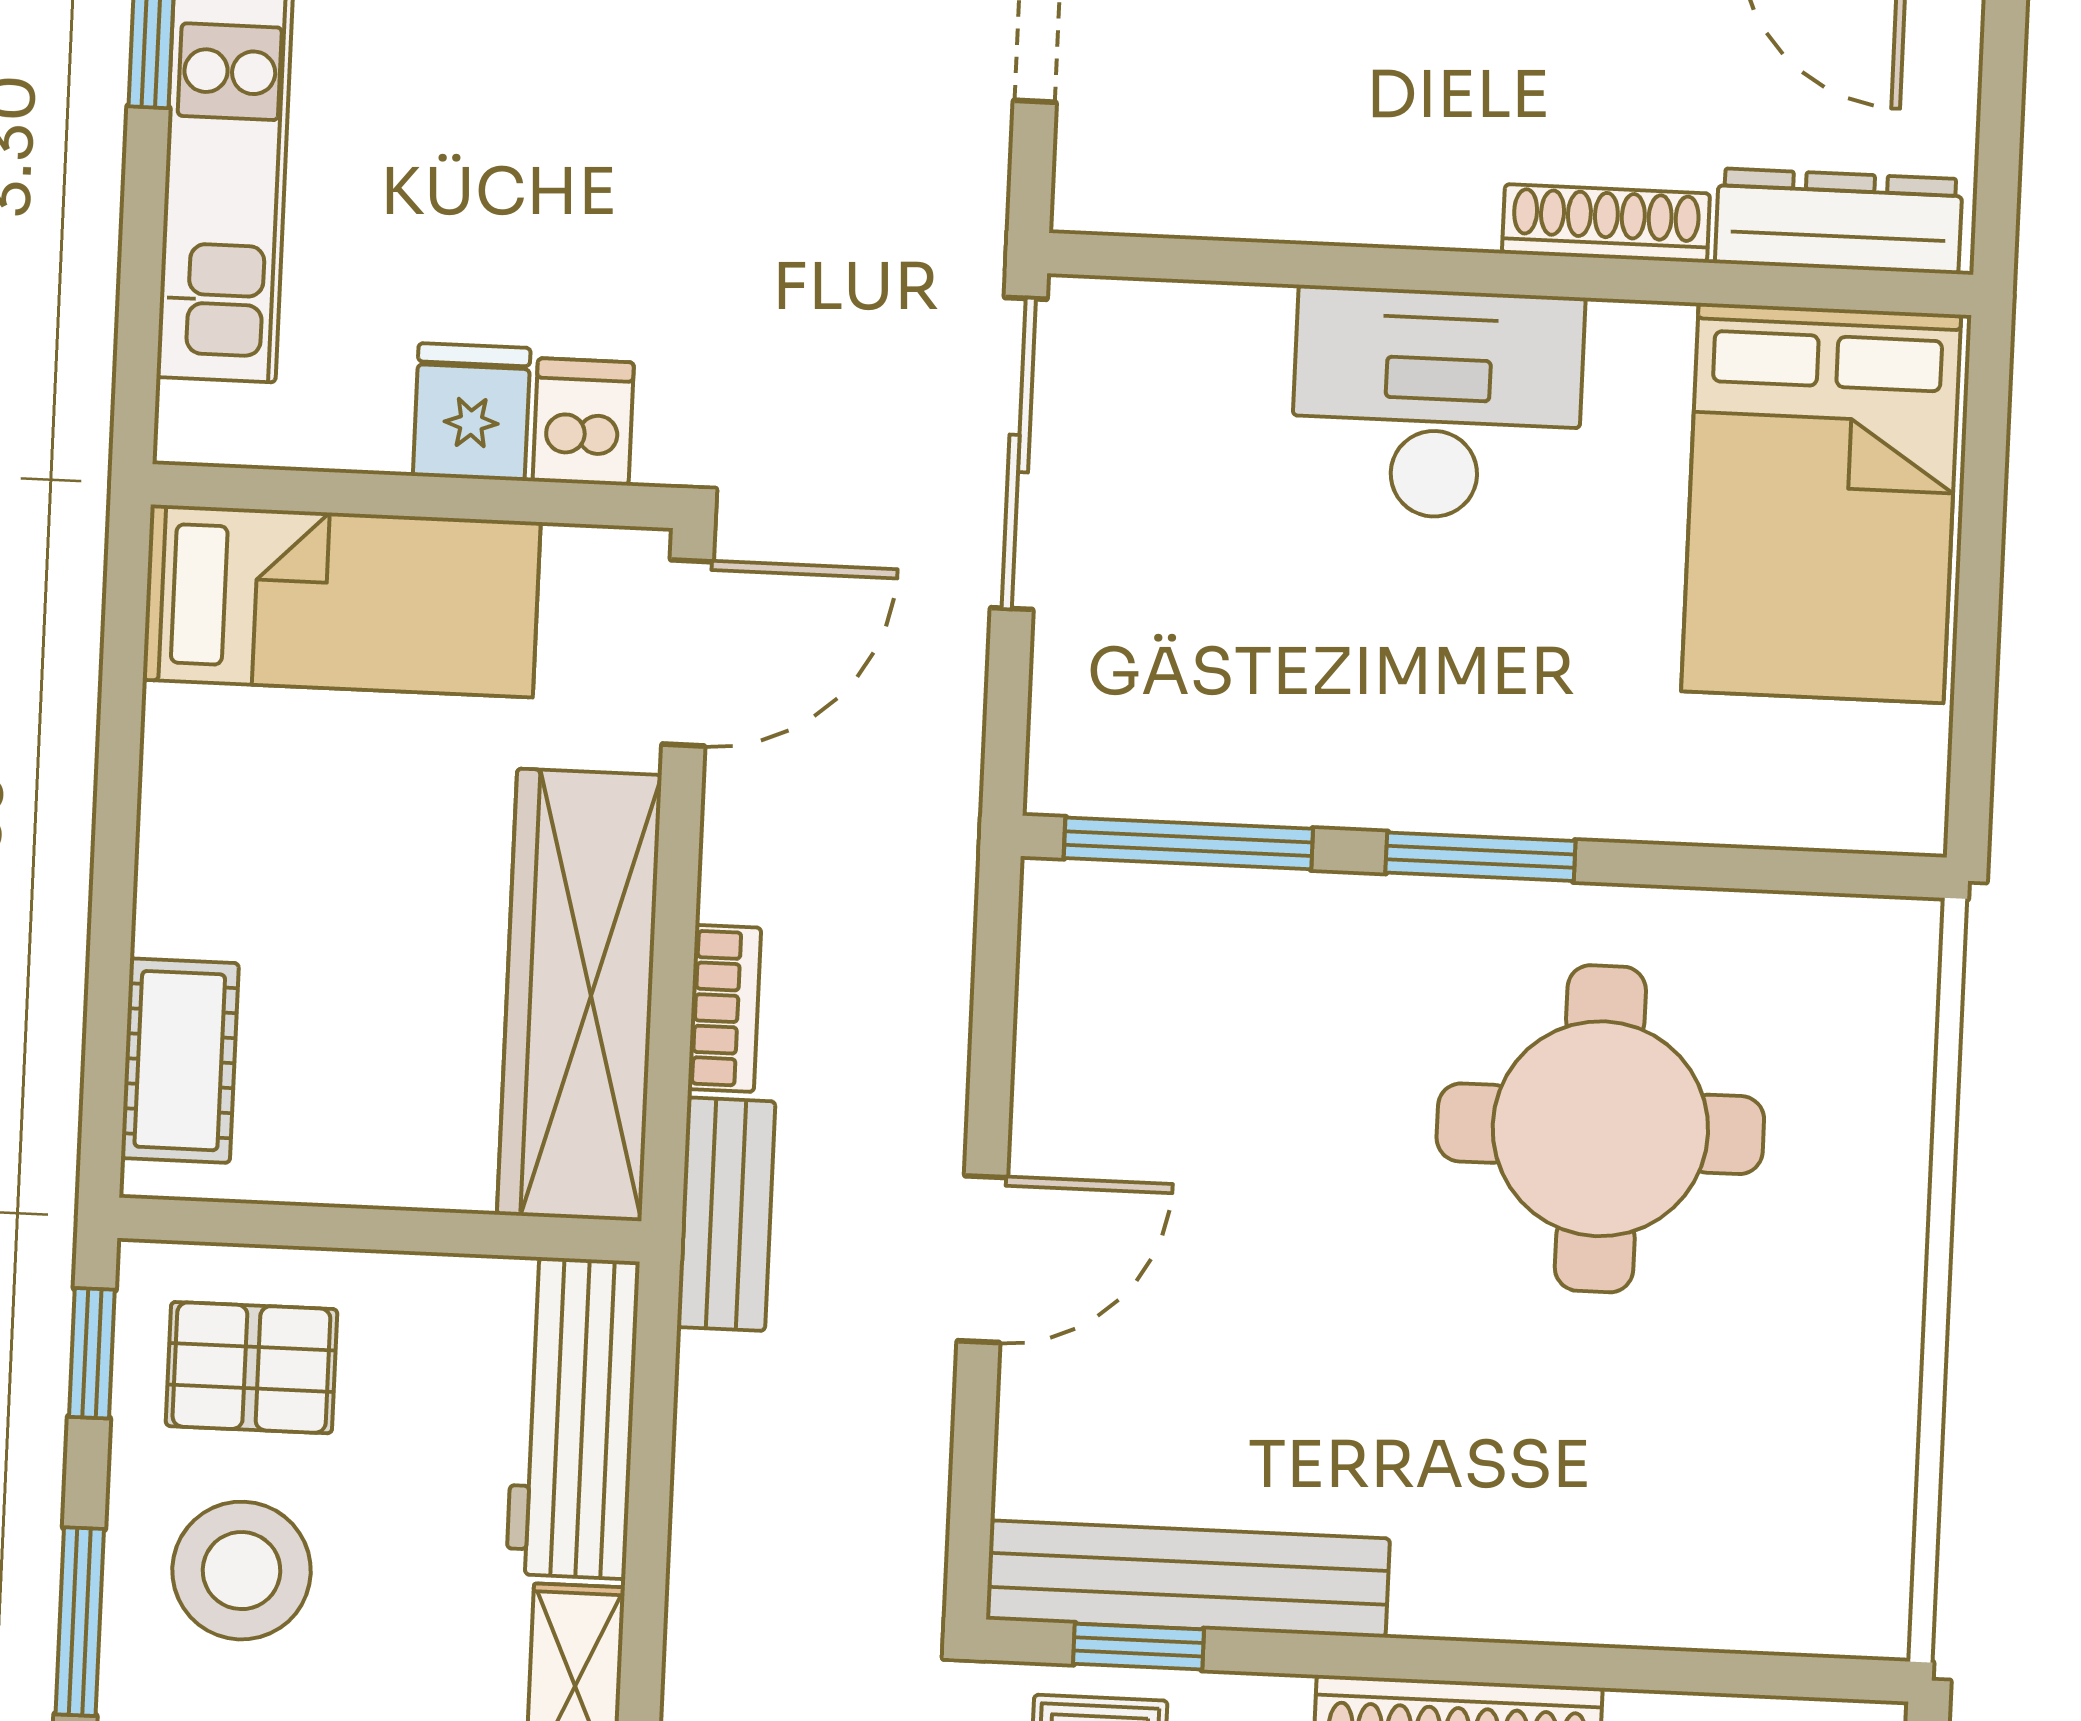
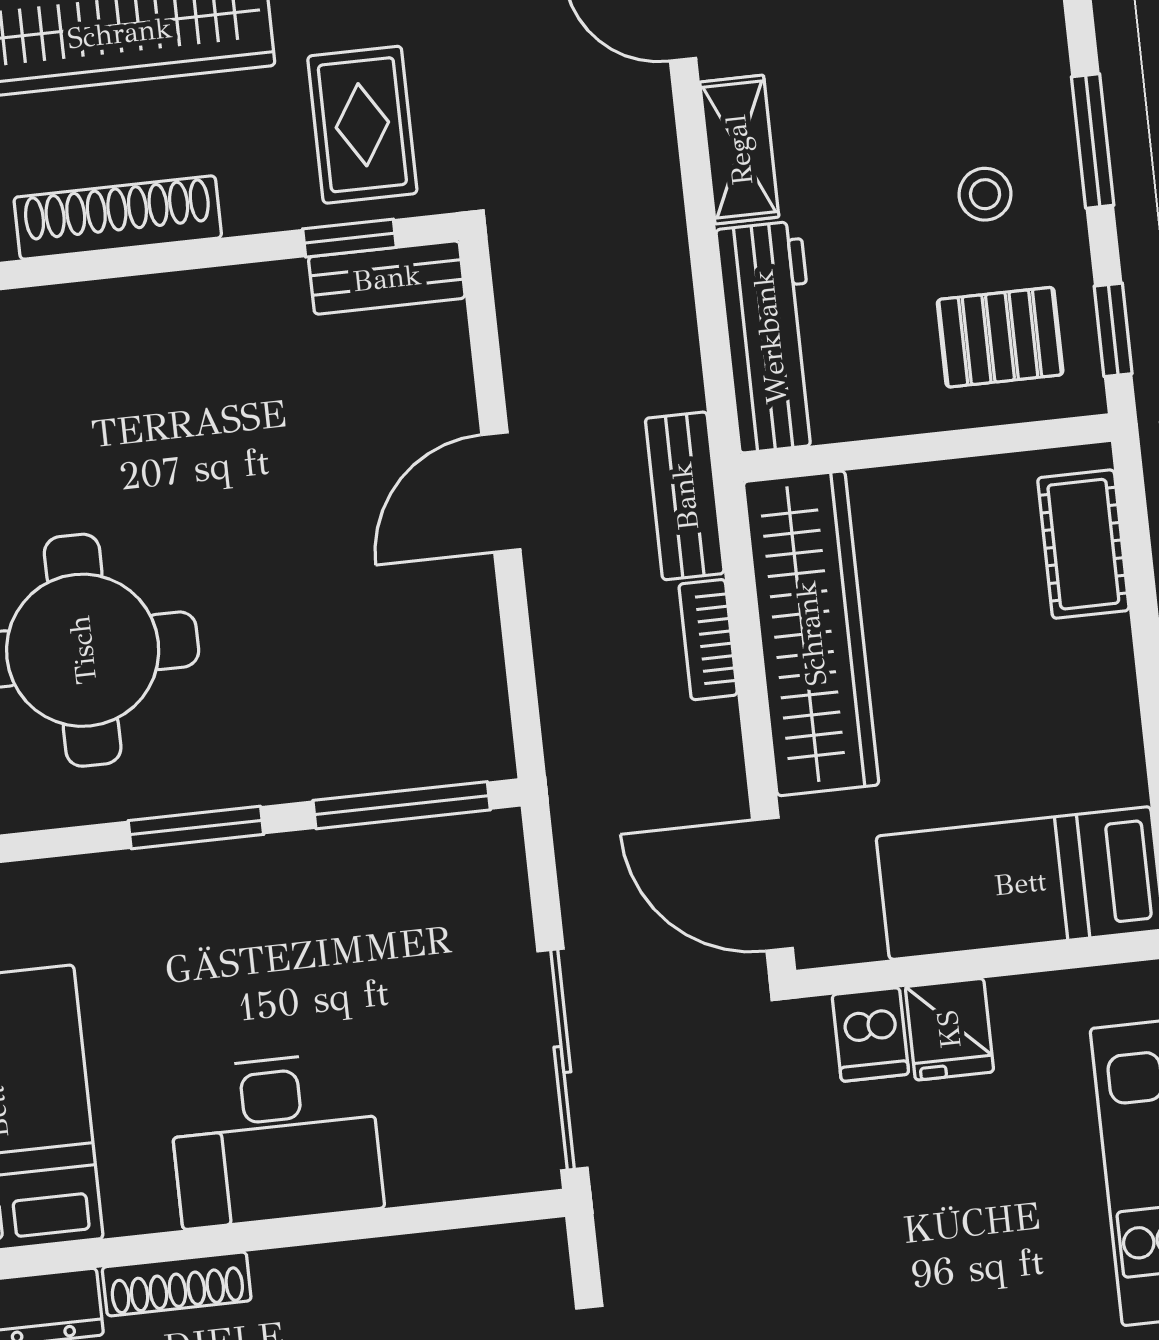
door: (687, 653) -> (772, 884), hinge flipped
stool: (242, 1571) -> (985, 194), width x0.53, depth x0.53
bench: (1188, 1579) -> (387, 278), width x0.54, depth x0.82

